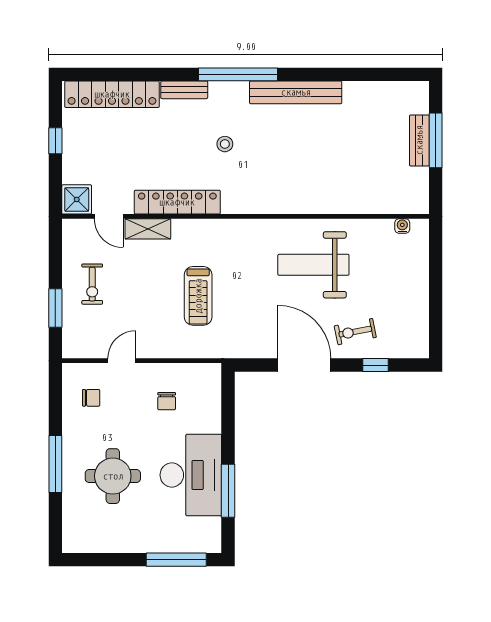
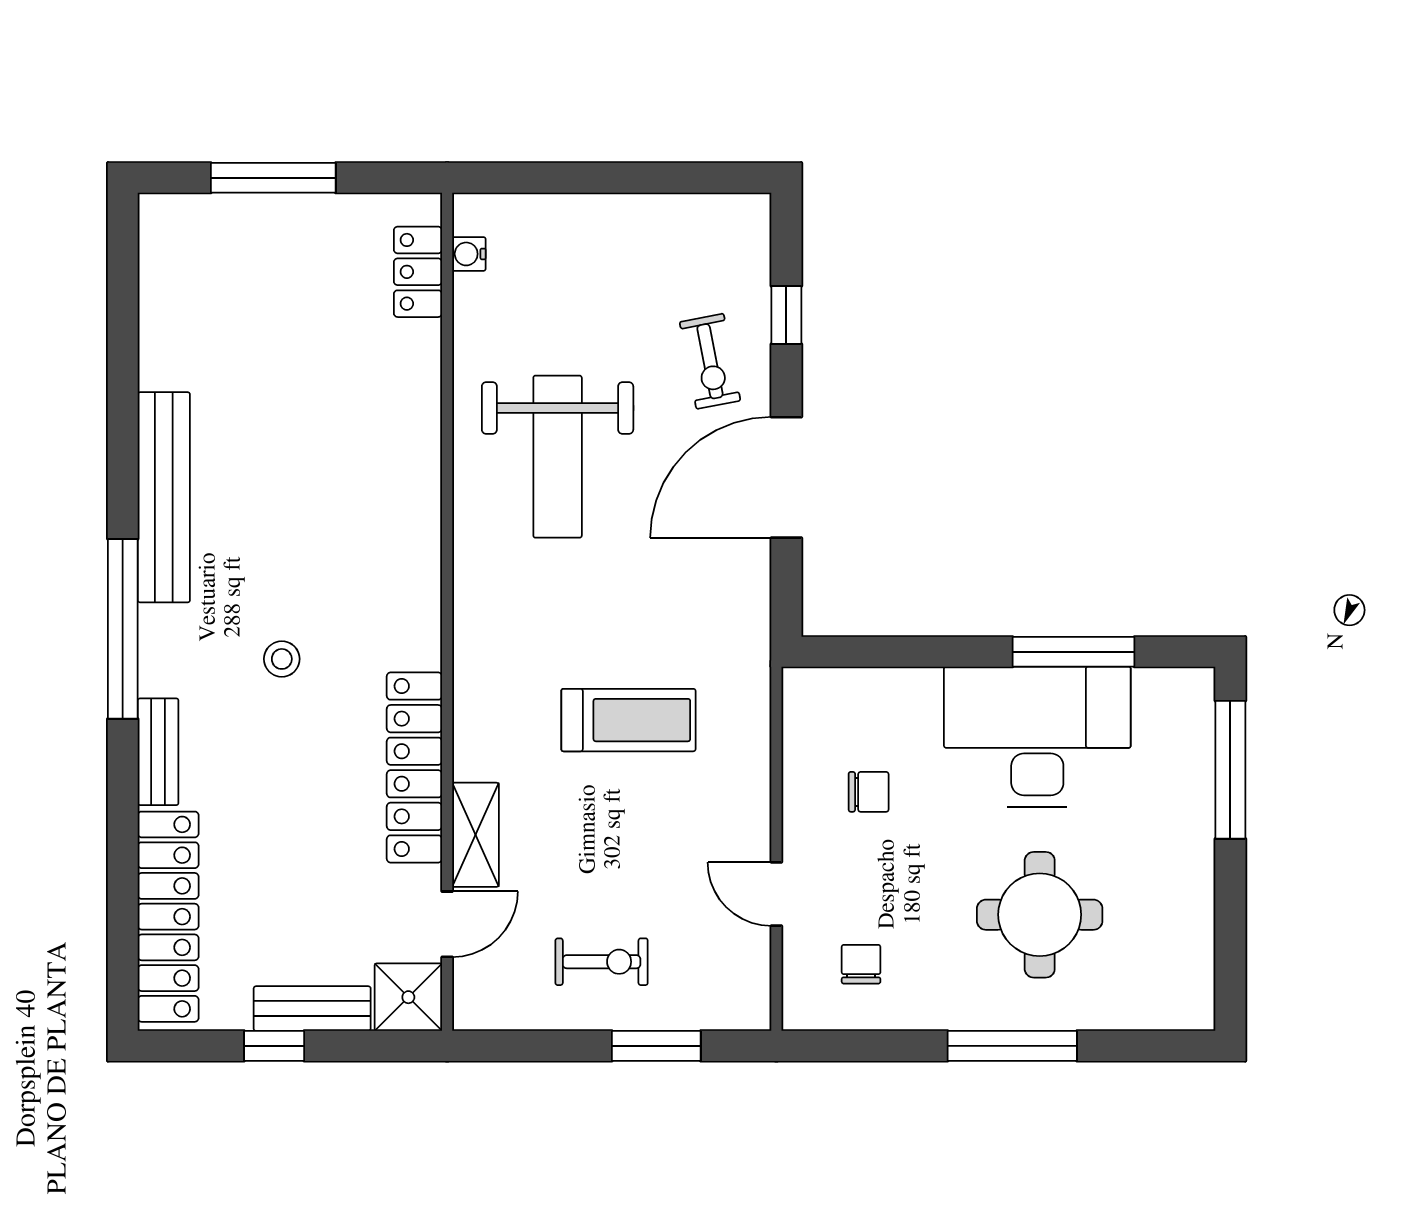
bench: (419, 140) -> (312, 1009), moved
locker: (394, 204) -> (418, 272), added

